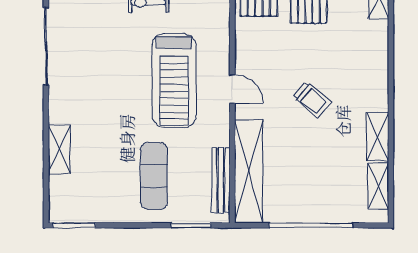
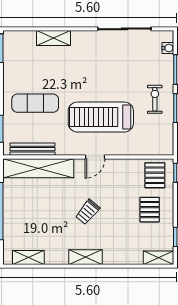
shelving: (378, 137) -> (85, 257), moved

